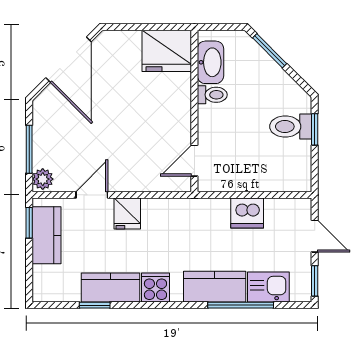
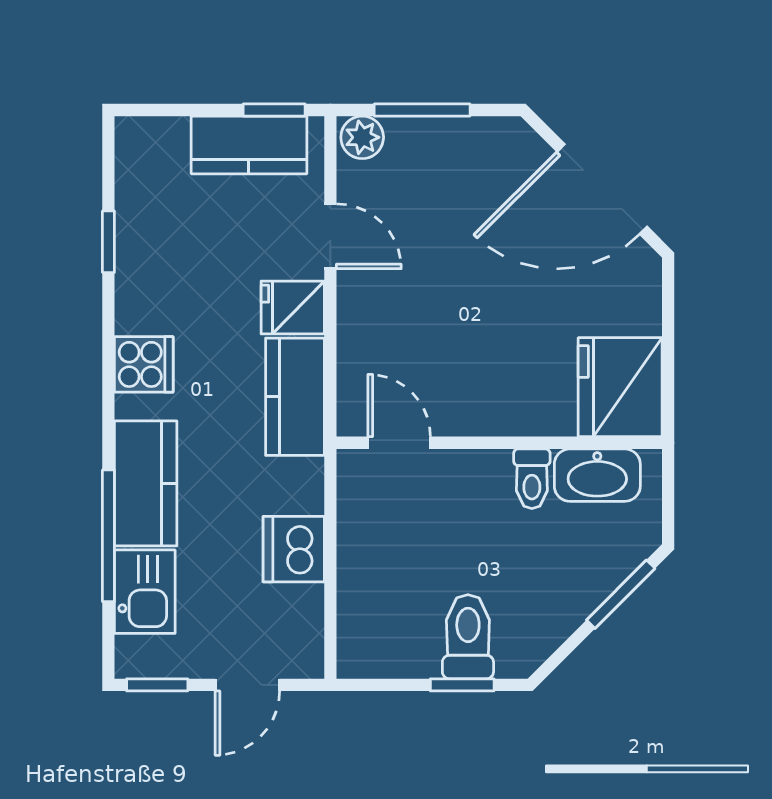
kitchen counter: (111, 287) -> (295, 397), moved, turned 180

